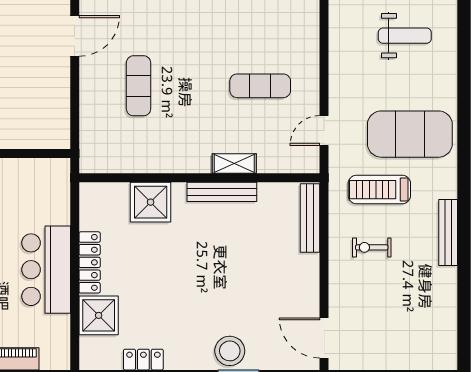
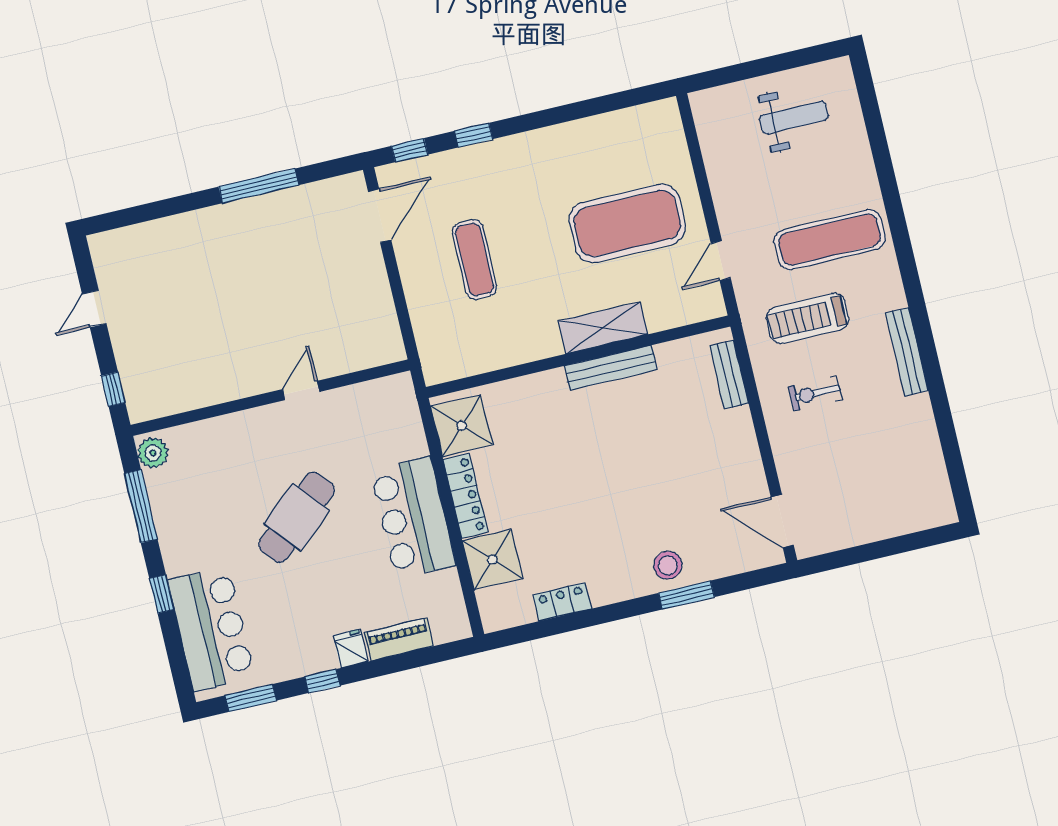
exercise mat: (260, 86) -> (627, 223), width x2.00, depth x1.45
exercise mat: (410, 134) -> (830, 240), width x0.68
shelving: (234, 163) -> (603, 328), width x1.50, depth x1.33
shower: (151, 202) -> (462, 426), moved
bench: (310, 218) -> (729, 375), width x0.73
stool: (230, 351) -> (668, 565), width x0.73, depth x0.73

